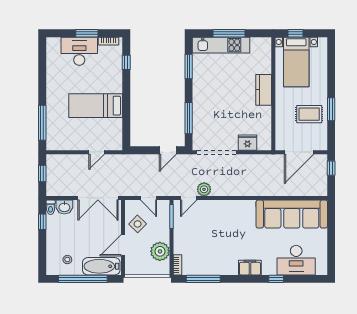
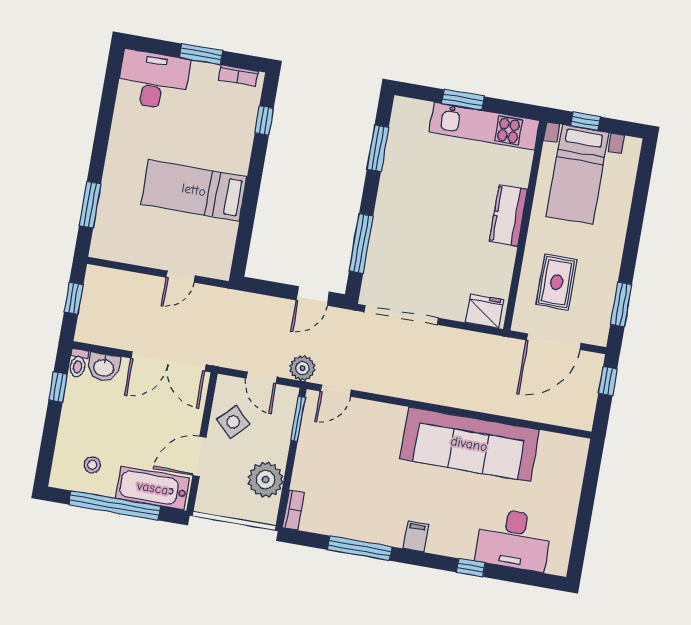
window: (229, 33) -> (463, 100), width x0.69
kitchen unit: (221, 45) -> (484, 126), moved
desk: (79, 51) -> (153, 80), moved
window: (331, 109) -> (621, 304), moved
rug: (309, 114) -> (557, 282), moved, turned 90
window: (42, 123) -> (90, 205), width x0.69
fridge: (247, 143) -> (484, 311), moved
plant: (204, 189) -> (302, 368), moved
sofa: (292, 214) -> (469, 444), moved
filing cabinet: (250, 268) -> (416, 537), width x0.50
window: (203, 279) -> (360, 548), moved

